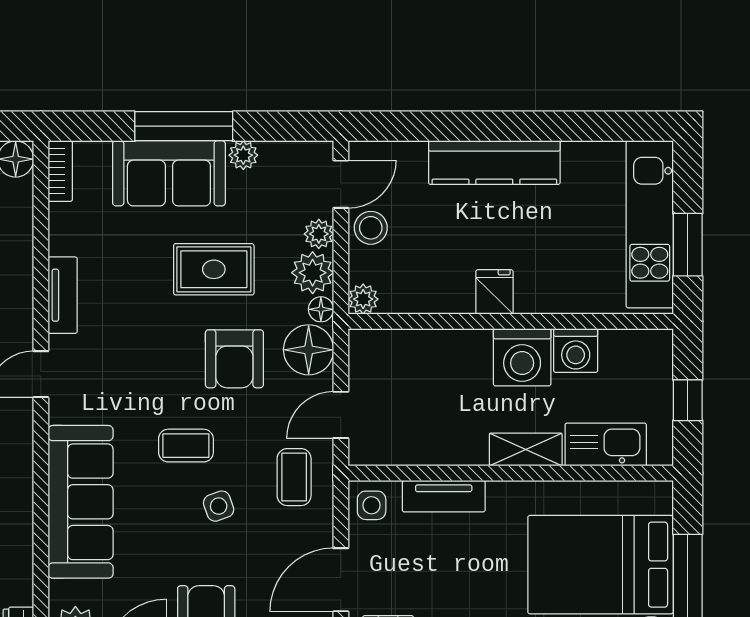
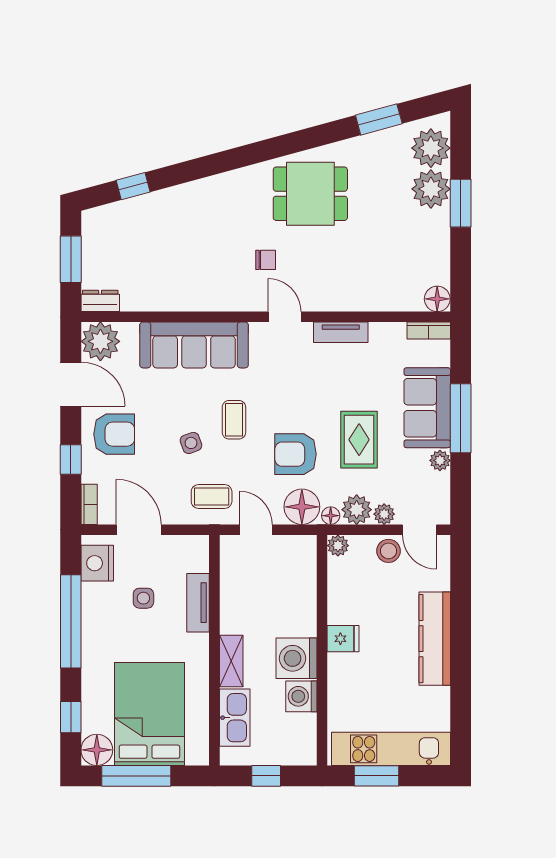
side table: (372, 505) -> (143, 598), moved

